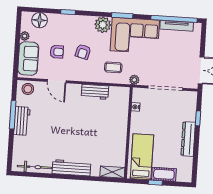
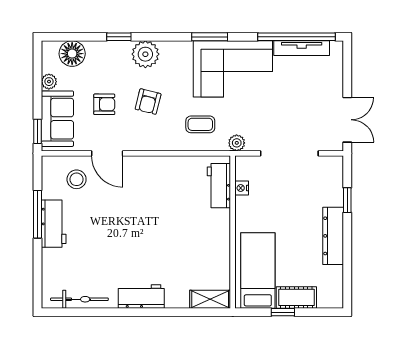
plant: (103, 25) -> (145, 54), moved
window: (16, 65) -> (37, 131), added
stool: (28, 89) -> (77, 179), moved
workbench: (95, 92) -> (219, 186), moved, turned 90
workbench: (71, 168) -> (141, 296), width x0.73

